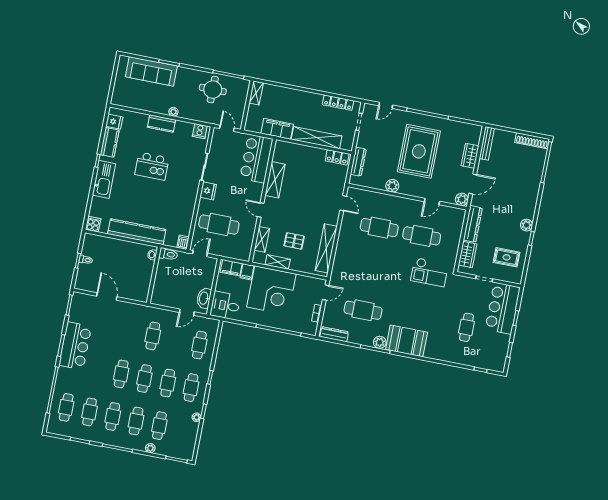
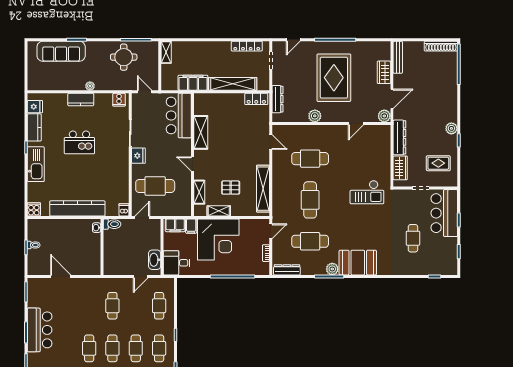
cafe table: (422, 236) -> (310, 200), moved, turned 90

